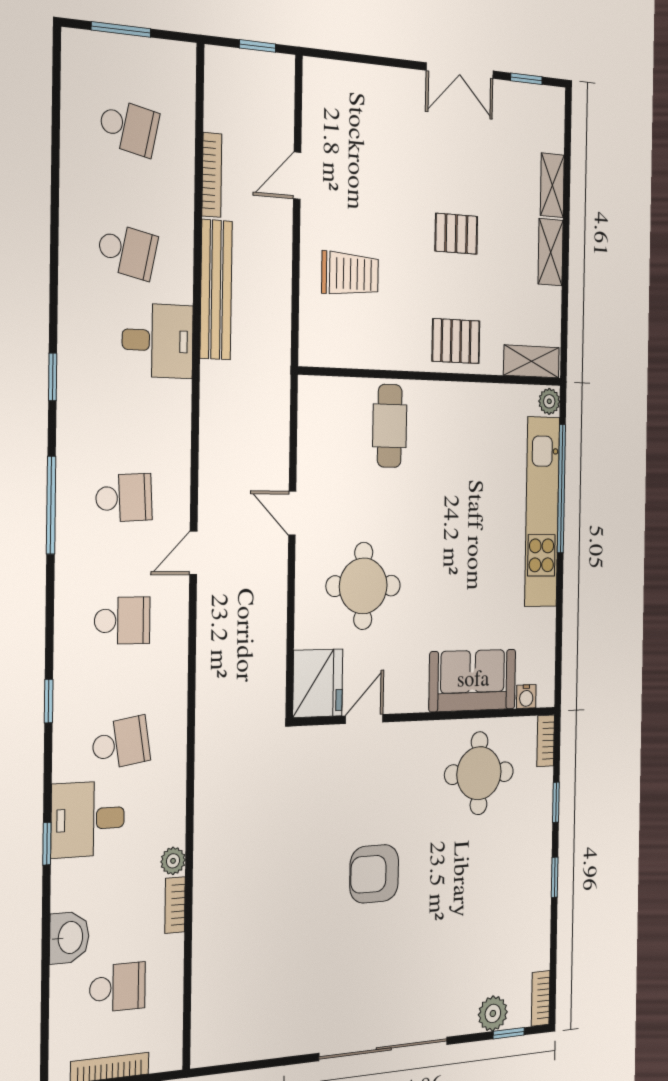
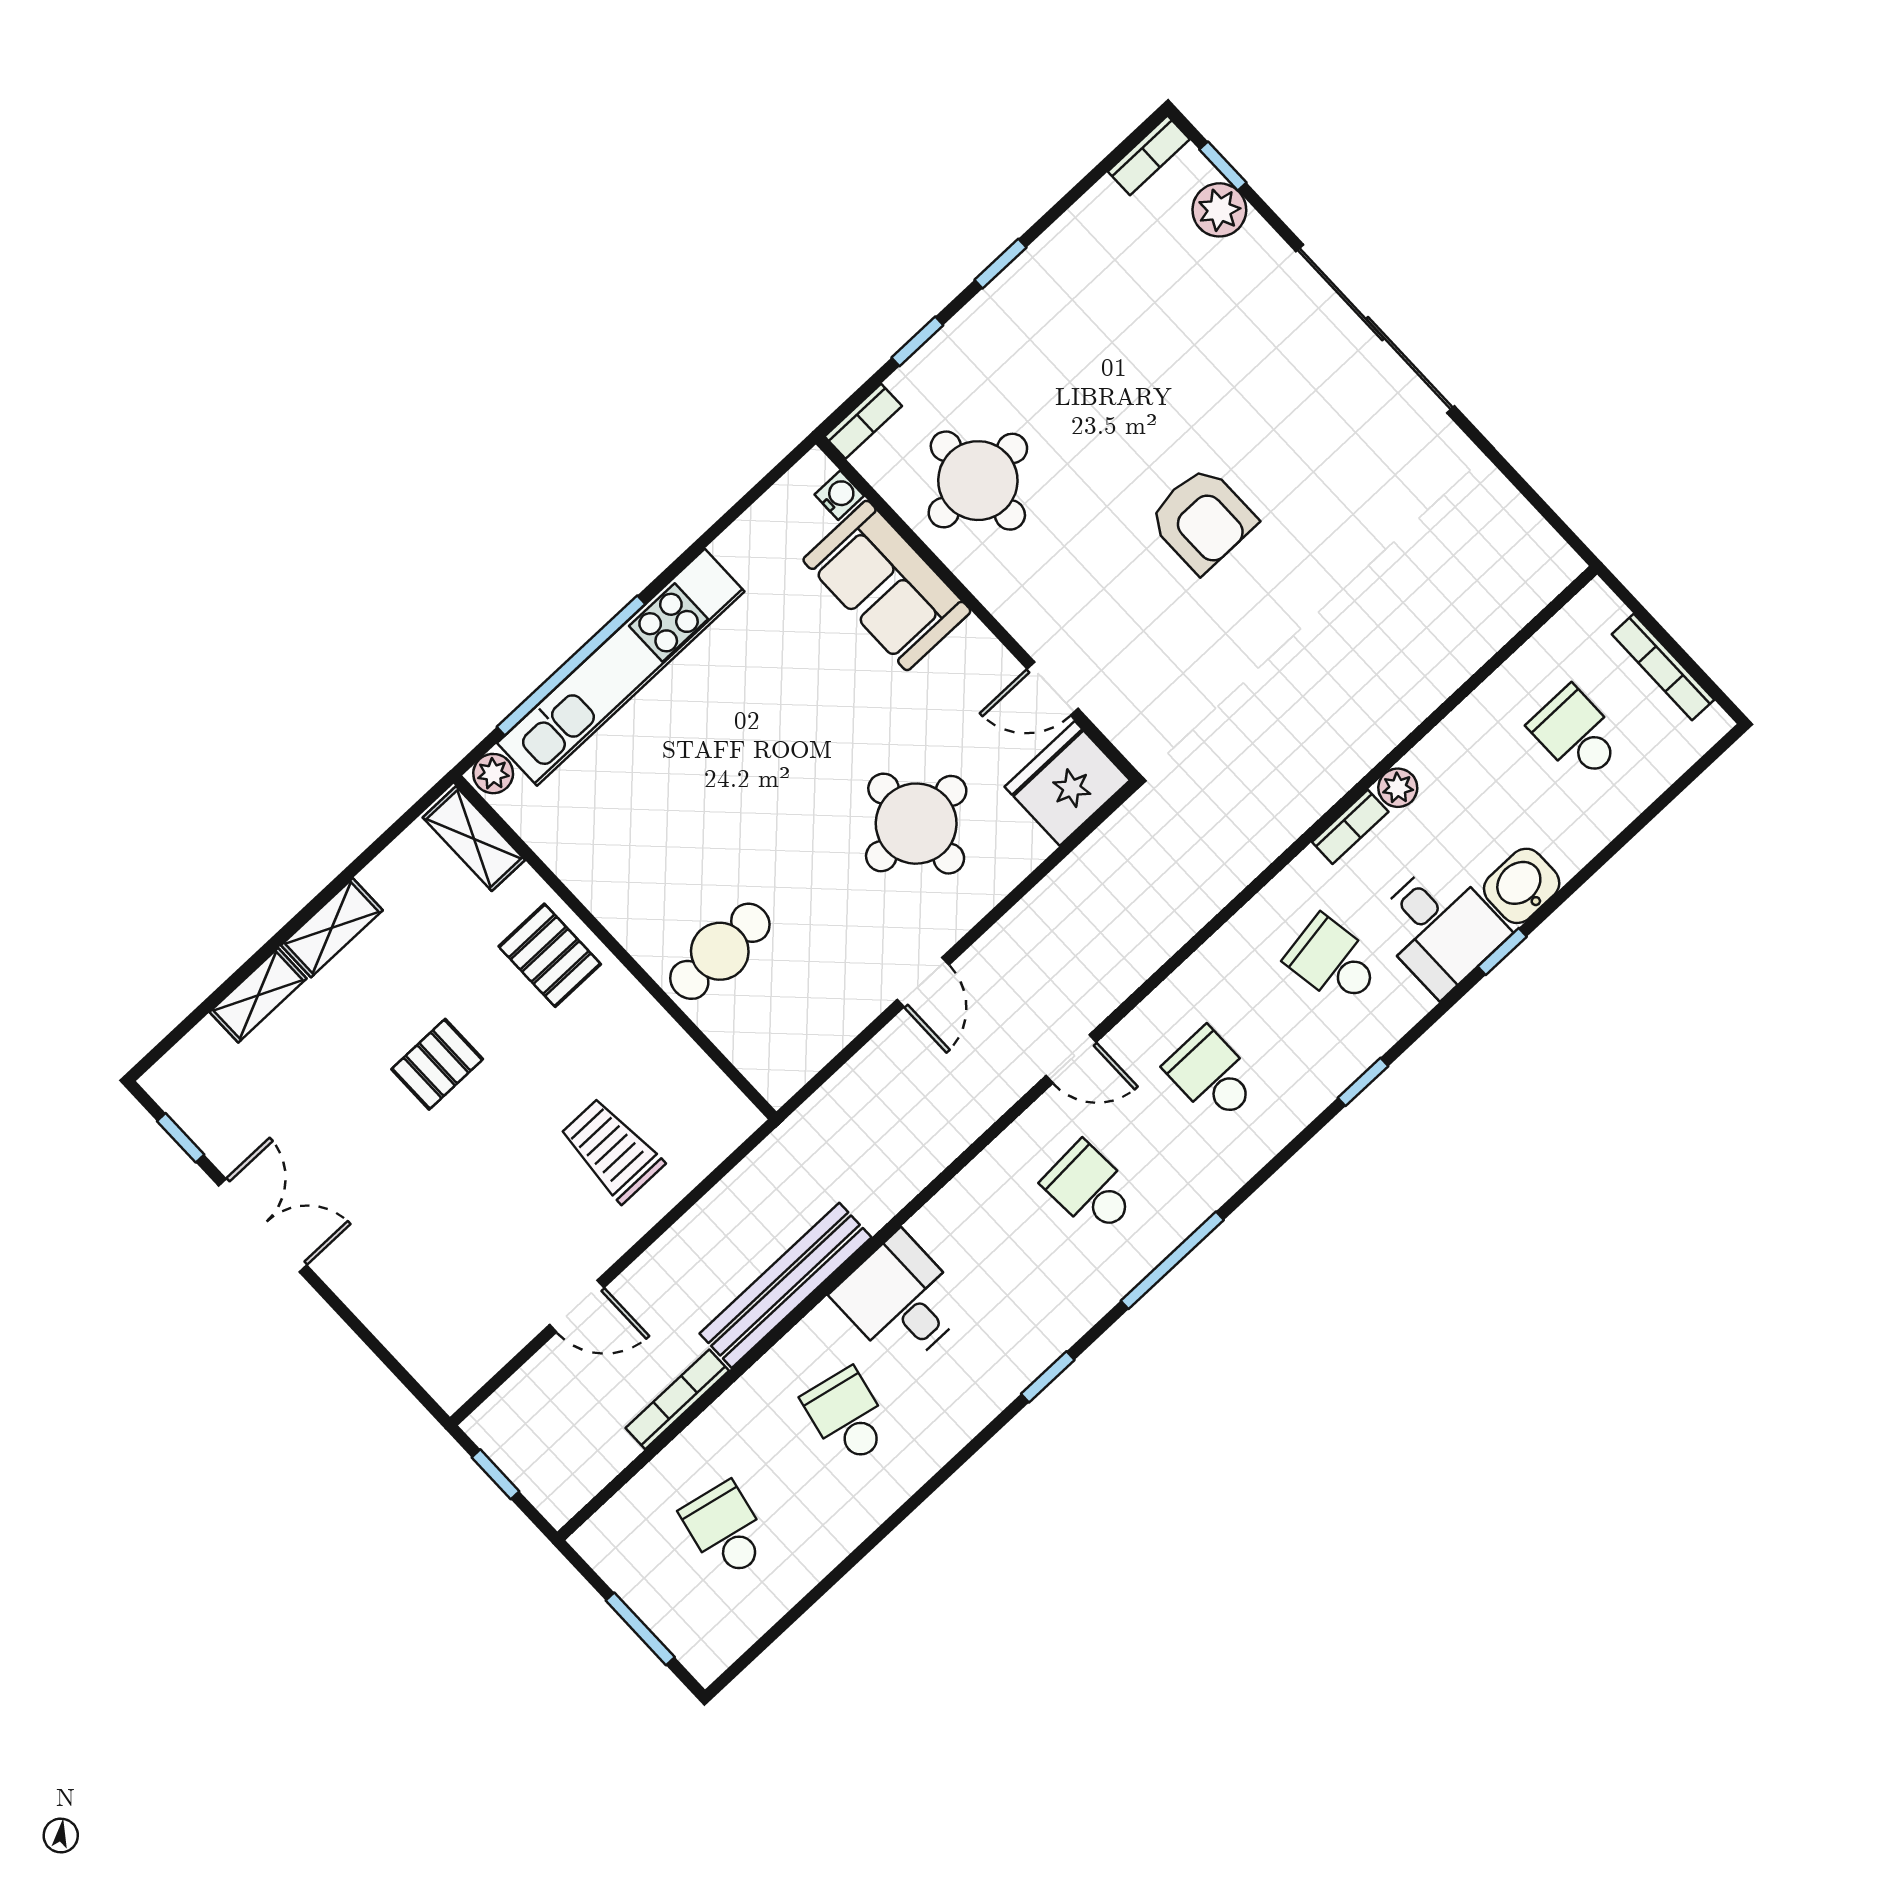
pallet: (456, 234) -> (437, 1064), turned 90
bookcase: (175, 905) -> (1350, 827), moved
washbasin: (69, 938) -> (1522, 886), moved

